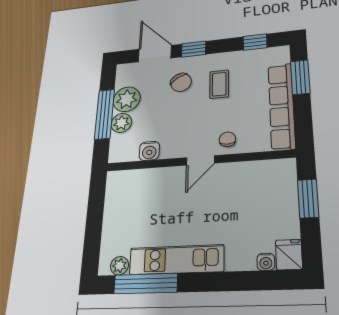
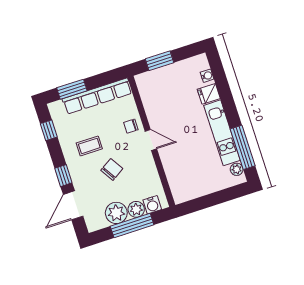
chair: (181, 82) -> (112, 169), moved
water cooler: (149, 151) -> (152, 205), moved, turned 90
fridge: (289, 255) -> (209, 94), moved

